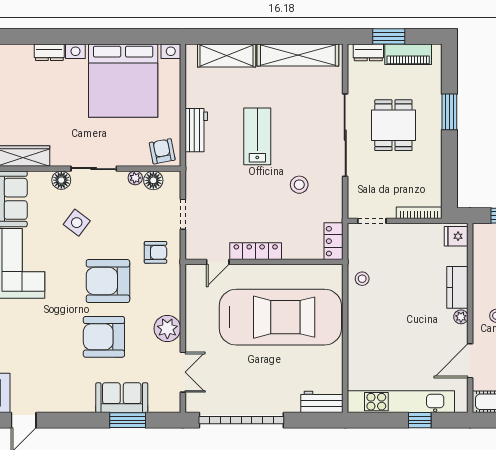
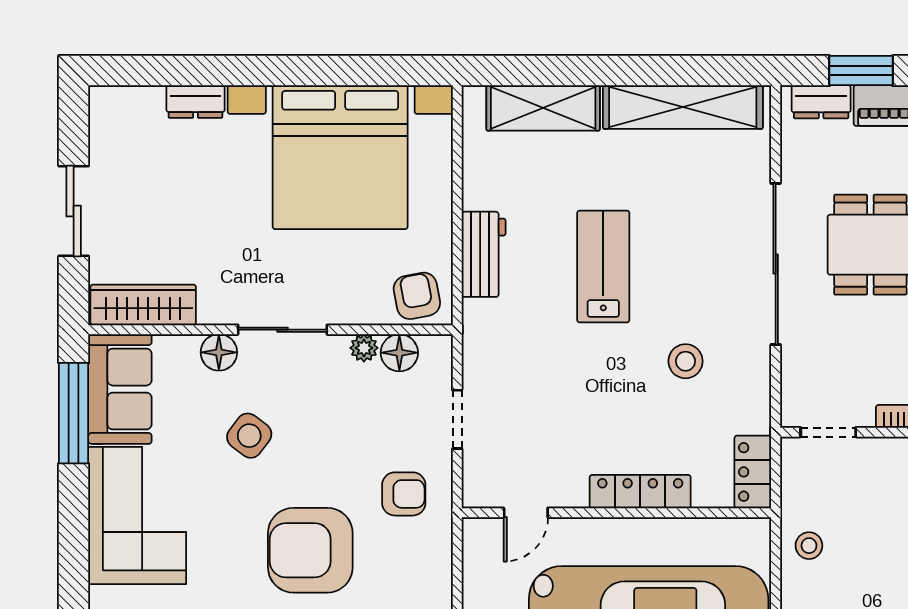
locker: (256, 251) -> (640, 492), moved

